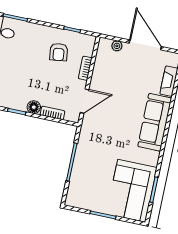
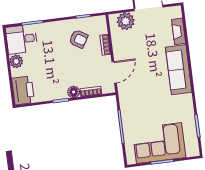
plant: (117, 46) -> (126, 21), width x1.88, depth x1.88
armchair: (59, 52) -> (78, 39), turned -52
corner sofa: (132, 191) -> (159, 143), moved, turned 90

